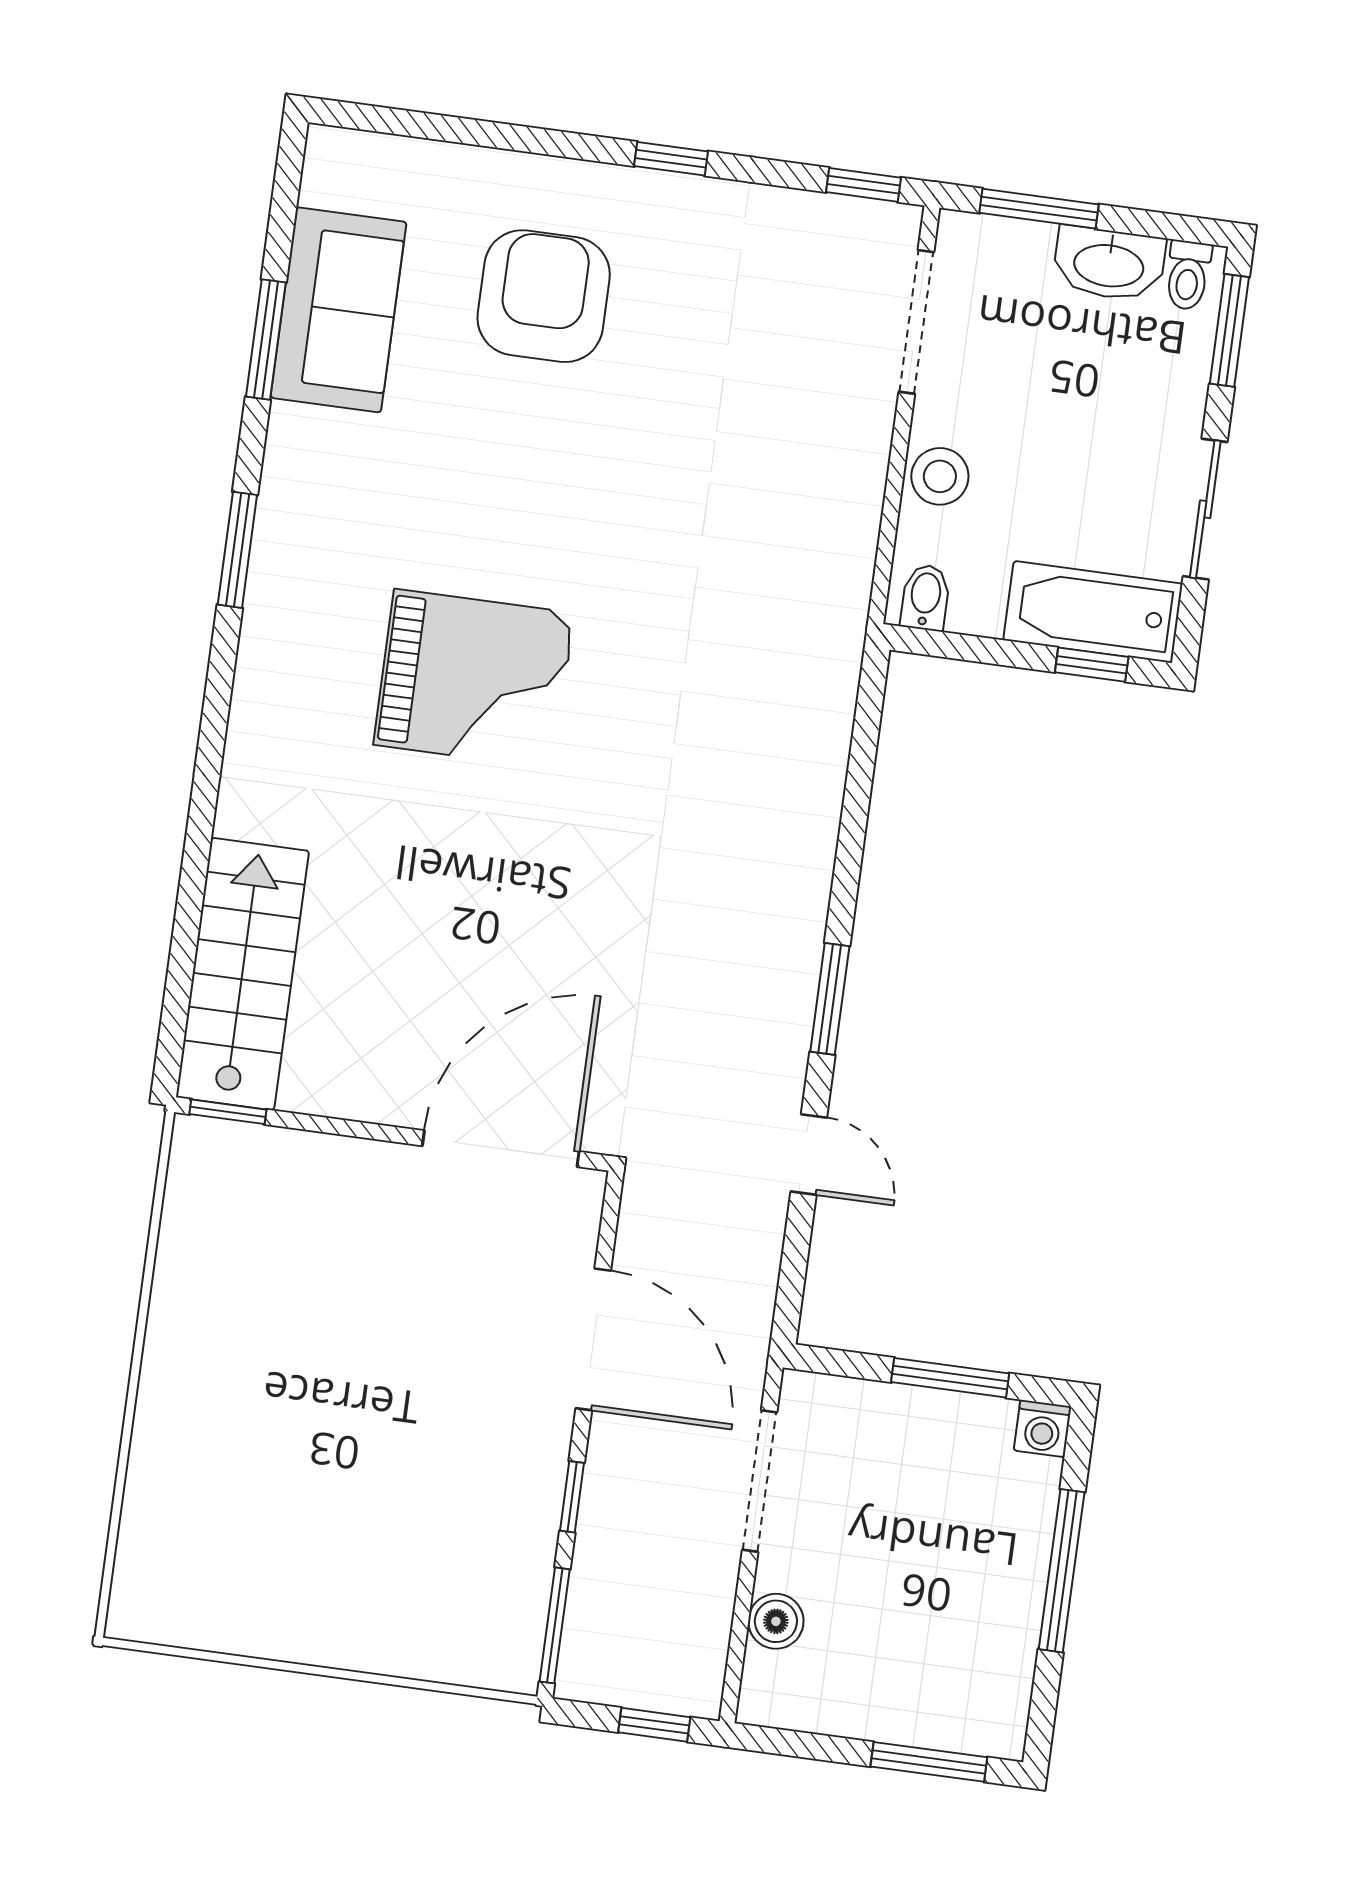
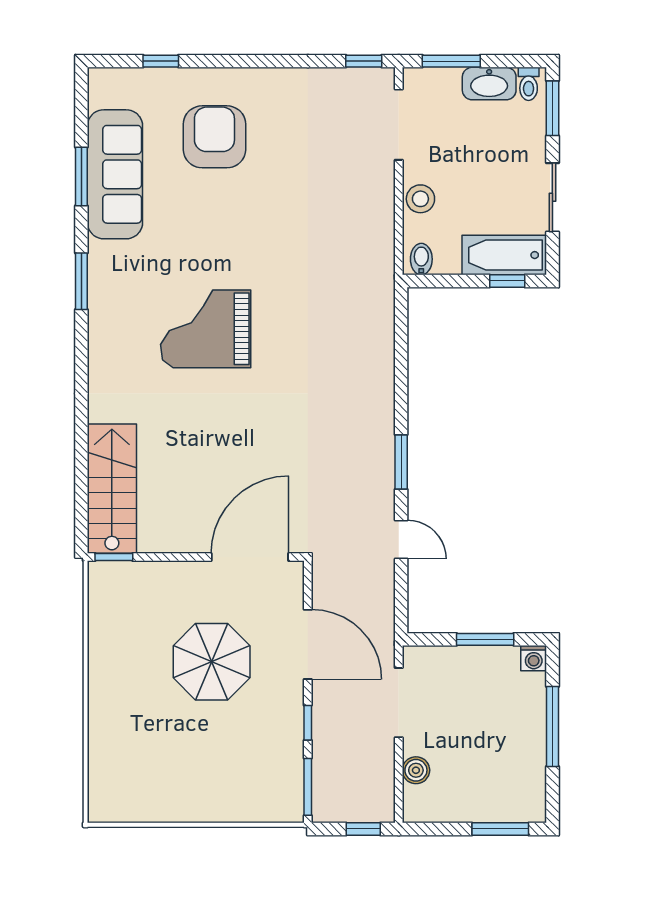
window: (671, 159) -> (161, 61), moved
sofa: (338, 310) -> (115, 174), width x1.36
grand piano: (474, 679) -> (206, 329), turned 180
parasol: (395, 1348) -> (212, 662), added

